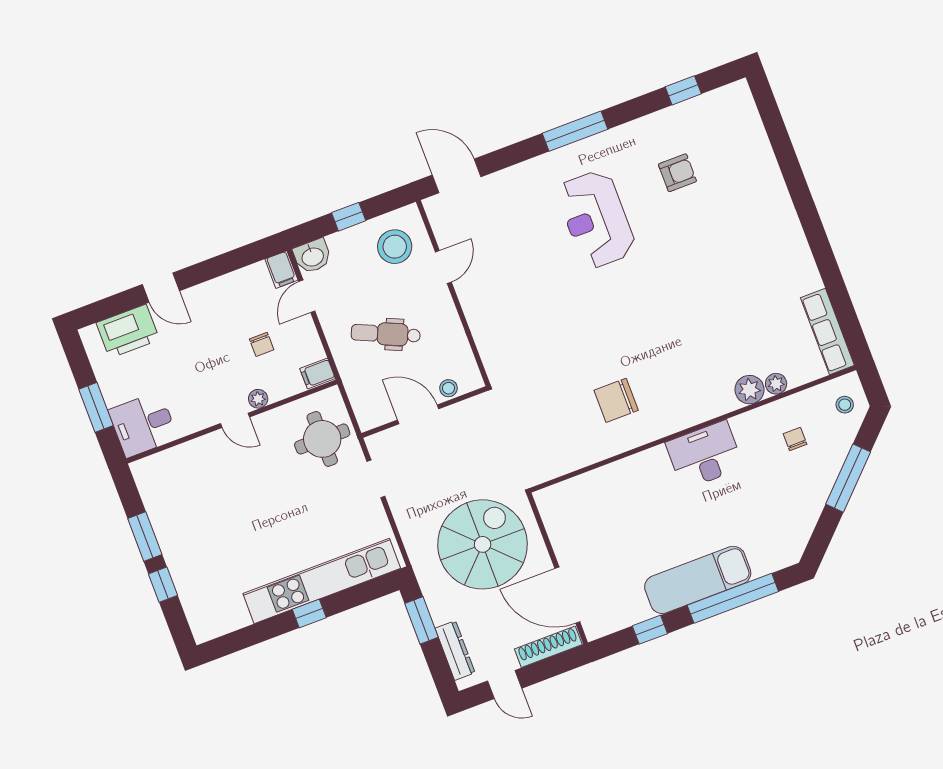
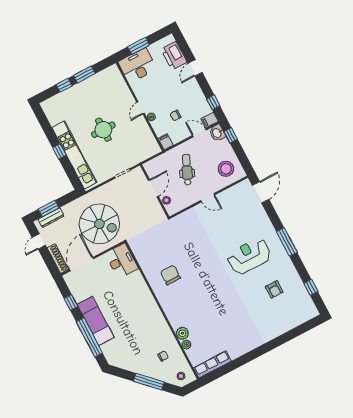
window: (349, 217) -> (231, 135), moved
window: (243, 257) -> (213, 102), added
door: (443, 267) -> (208, 198), moved
desk: (143, 424) -> (138, 66), width x1.37
round table: (322, 439) -> (103, 130), moved
desk: (705, 455) -> (122, 261), moved
window: (421, 620) -> (49, 208), moved

